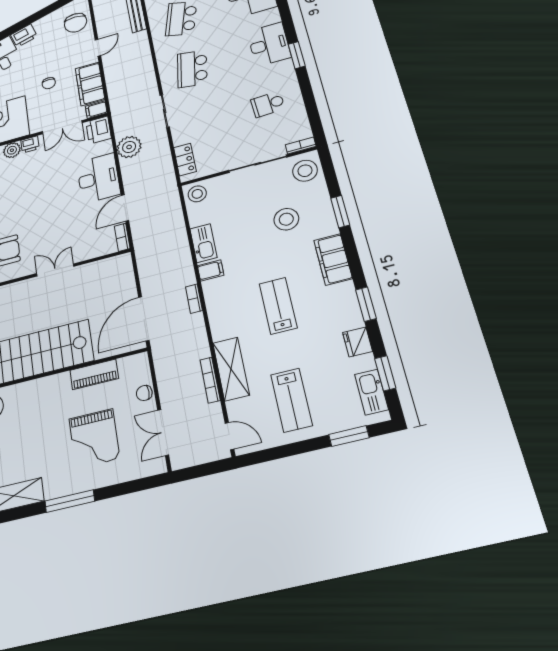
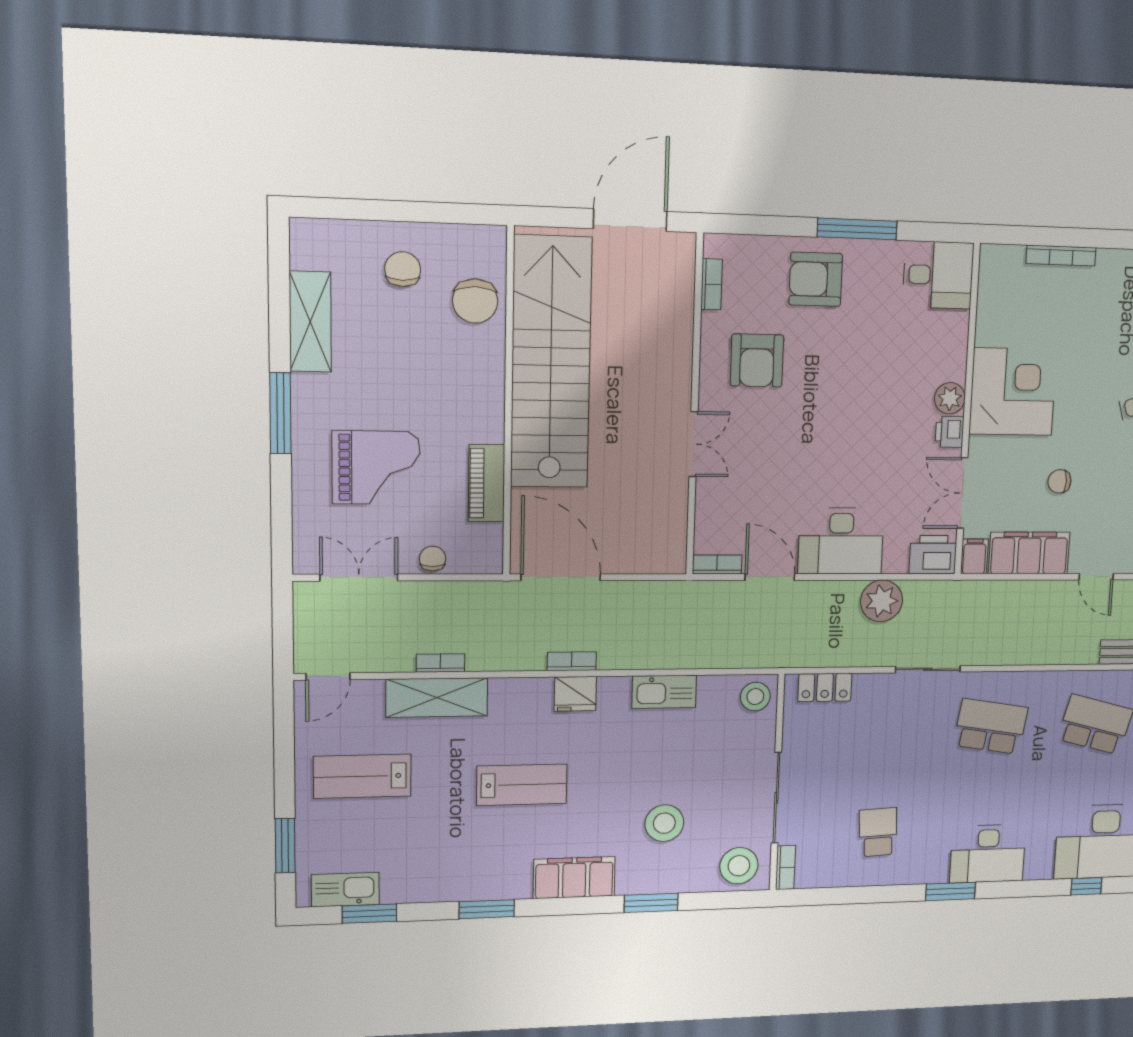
filing cabinet: (211, 270) -> (613, 695), removed
fridge: (358, 342) -> (575, 694), moved, turned 180
bookcase: (210, 380) -> (440, 663), width x0.64
grand piano: (94, 438) -> (376, 468), turned 180

